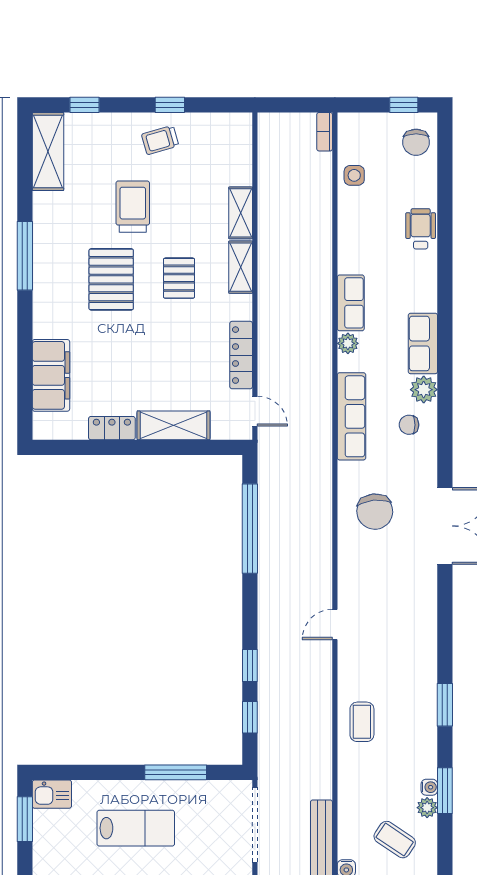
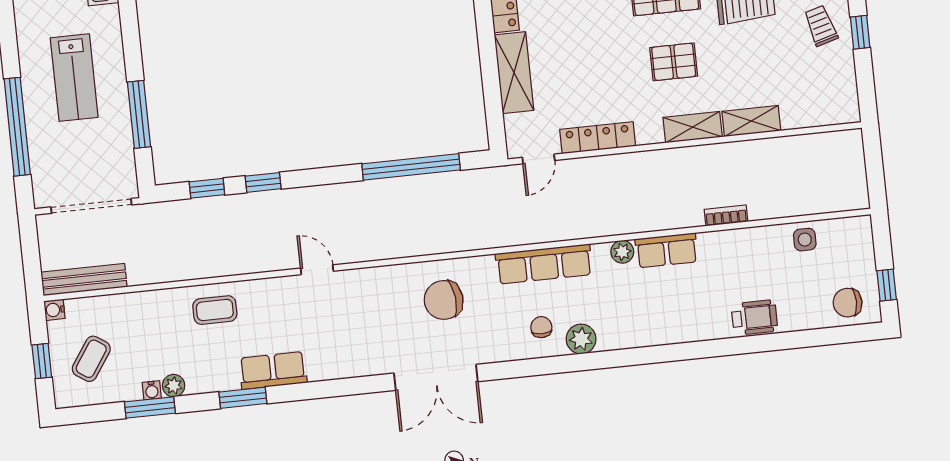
bookcase: (325, 132) -> (726, 215), moved
row of seats: (423, 343) -> (273, 370), moved
plant: (427, 808) -> (174, 386), moved

